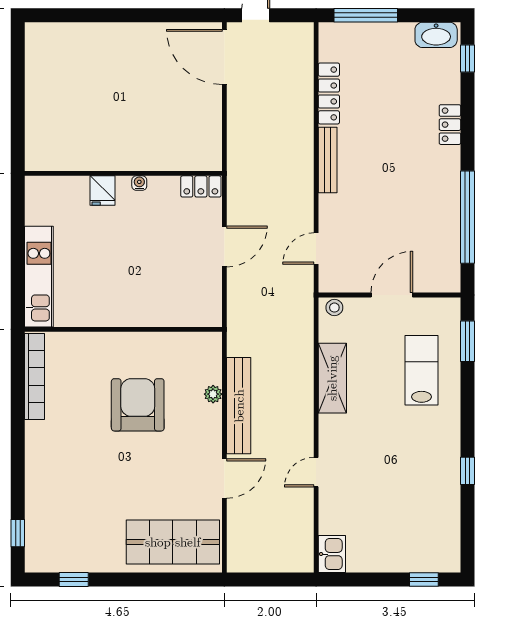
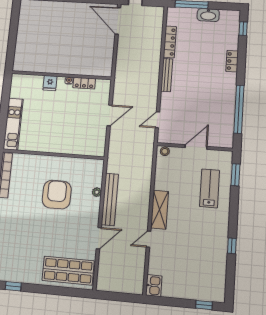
washbasin: (436, 35) -> (208, 15), moved
locker: (201, 186) -> (84, 83), moved
shelving: (332, 378) -> (160, 210), moved

